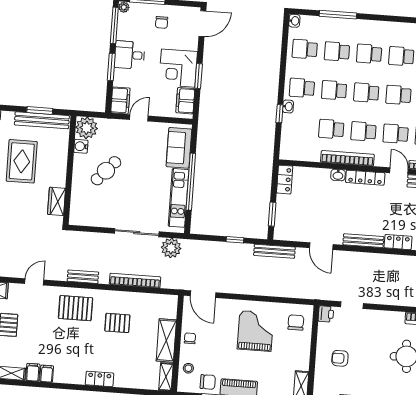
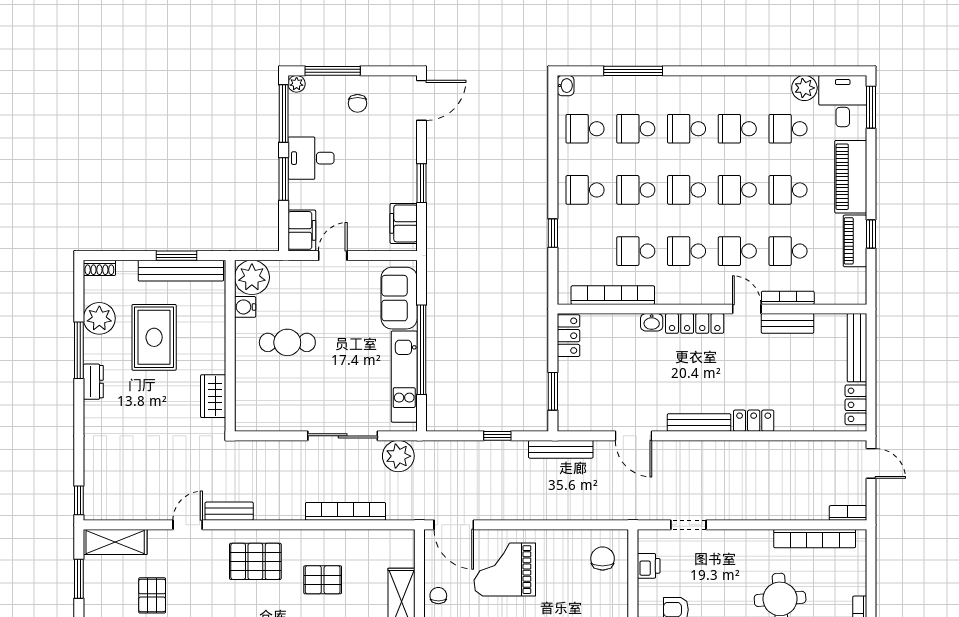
corner desk: (178, 68) -> (389, 173), removed
washbasin: (288, 106) -> (565, 221), removed
bookcase: (347, 158) -> (613, 295), moved
cafe table: (106, 171) -> (287, 342), turned 48
bench: (83, 277) -> (229, 511), moved
printer: (326, 314) -> (649, 566), moved
grand piano: (256, 331) -> (505, 570), moved, turned -90

